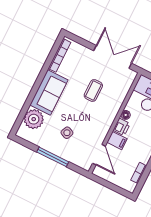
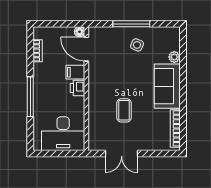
double door: (113, 57) -> (122, 153), width x0.73
floor lamp: (126, 115) -> (80, 32), moved
plant: (34, 119) -> (174, 57), width x0.53, depth x0.53
side table: (67, 133) -> (137, 45), moved

